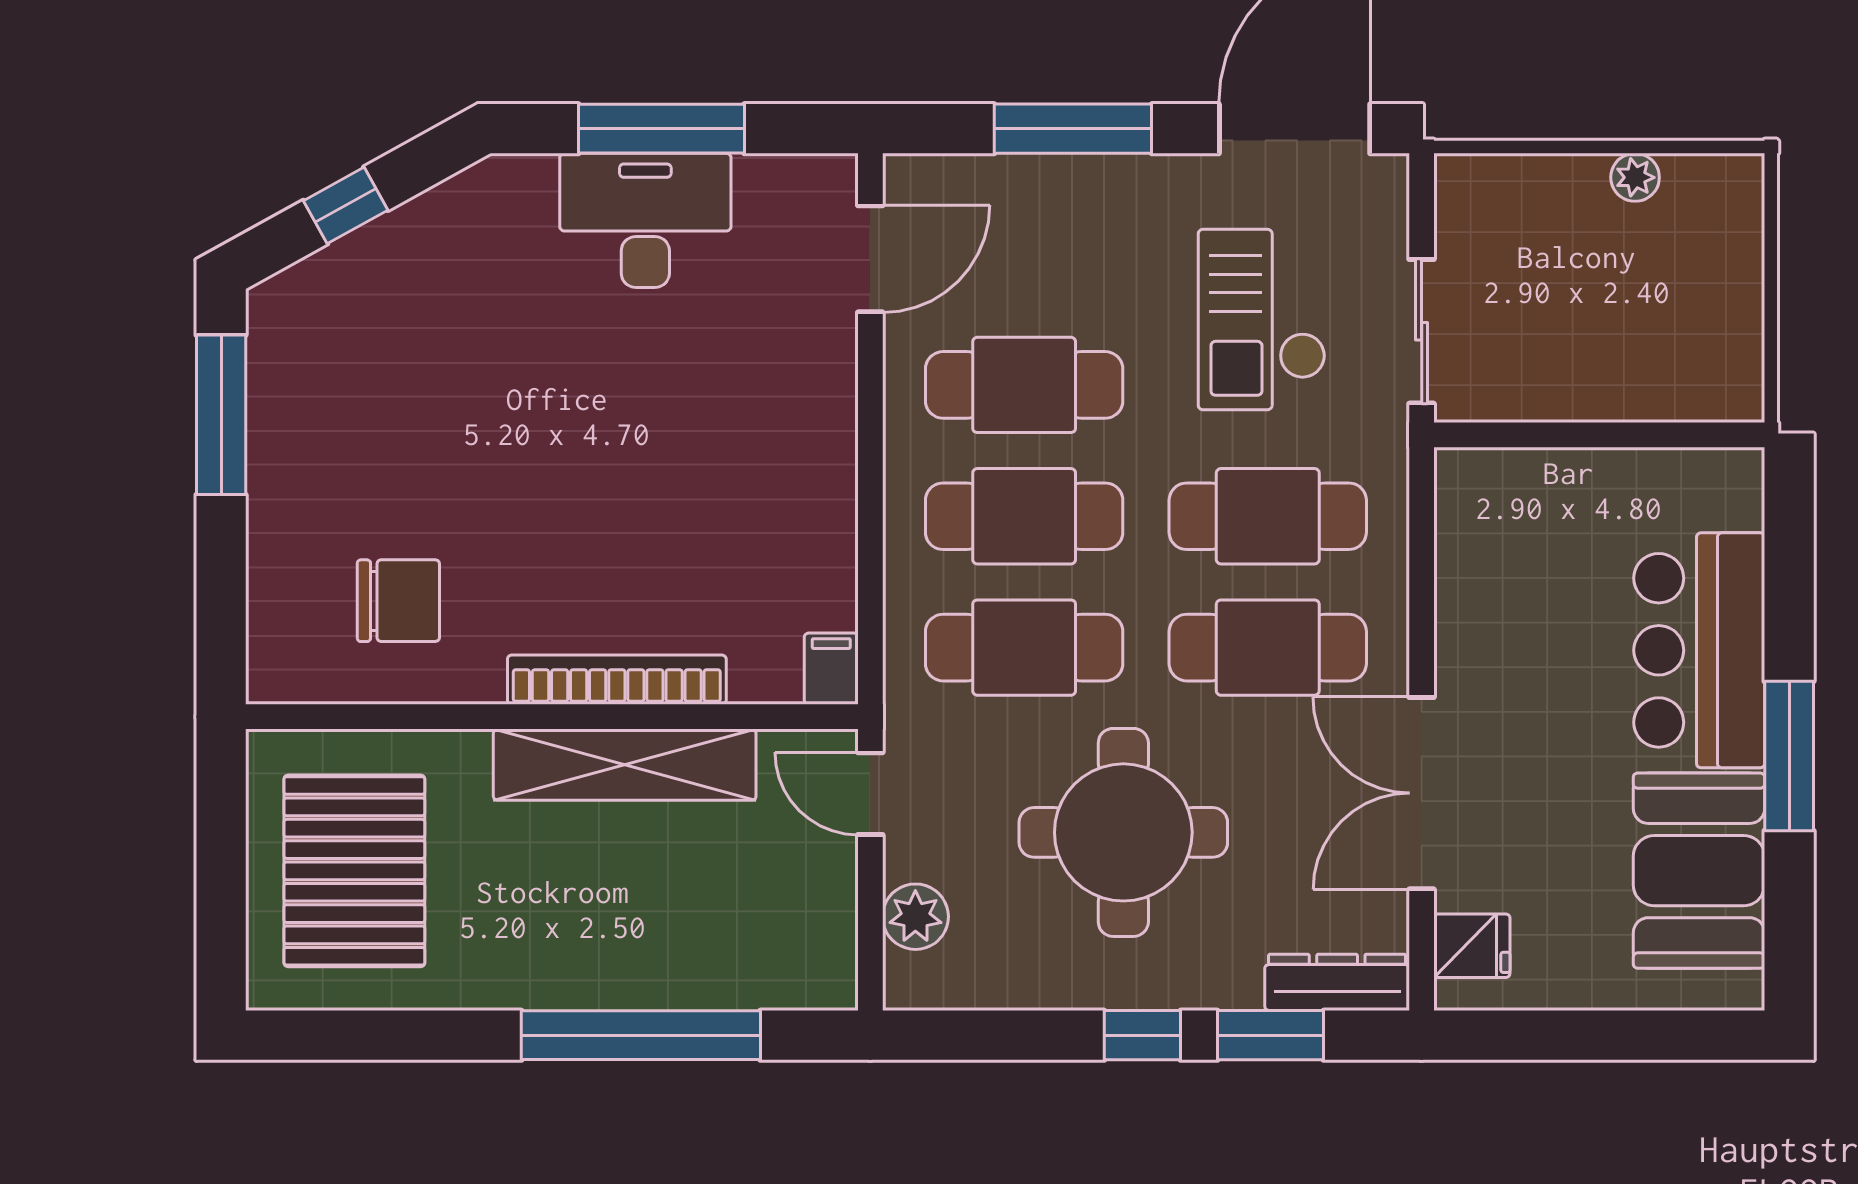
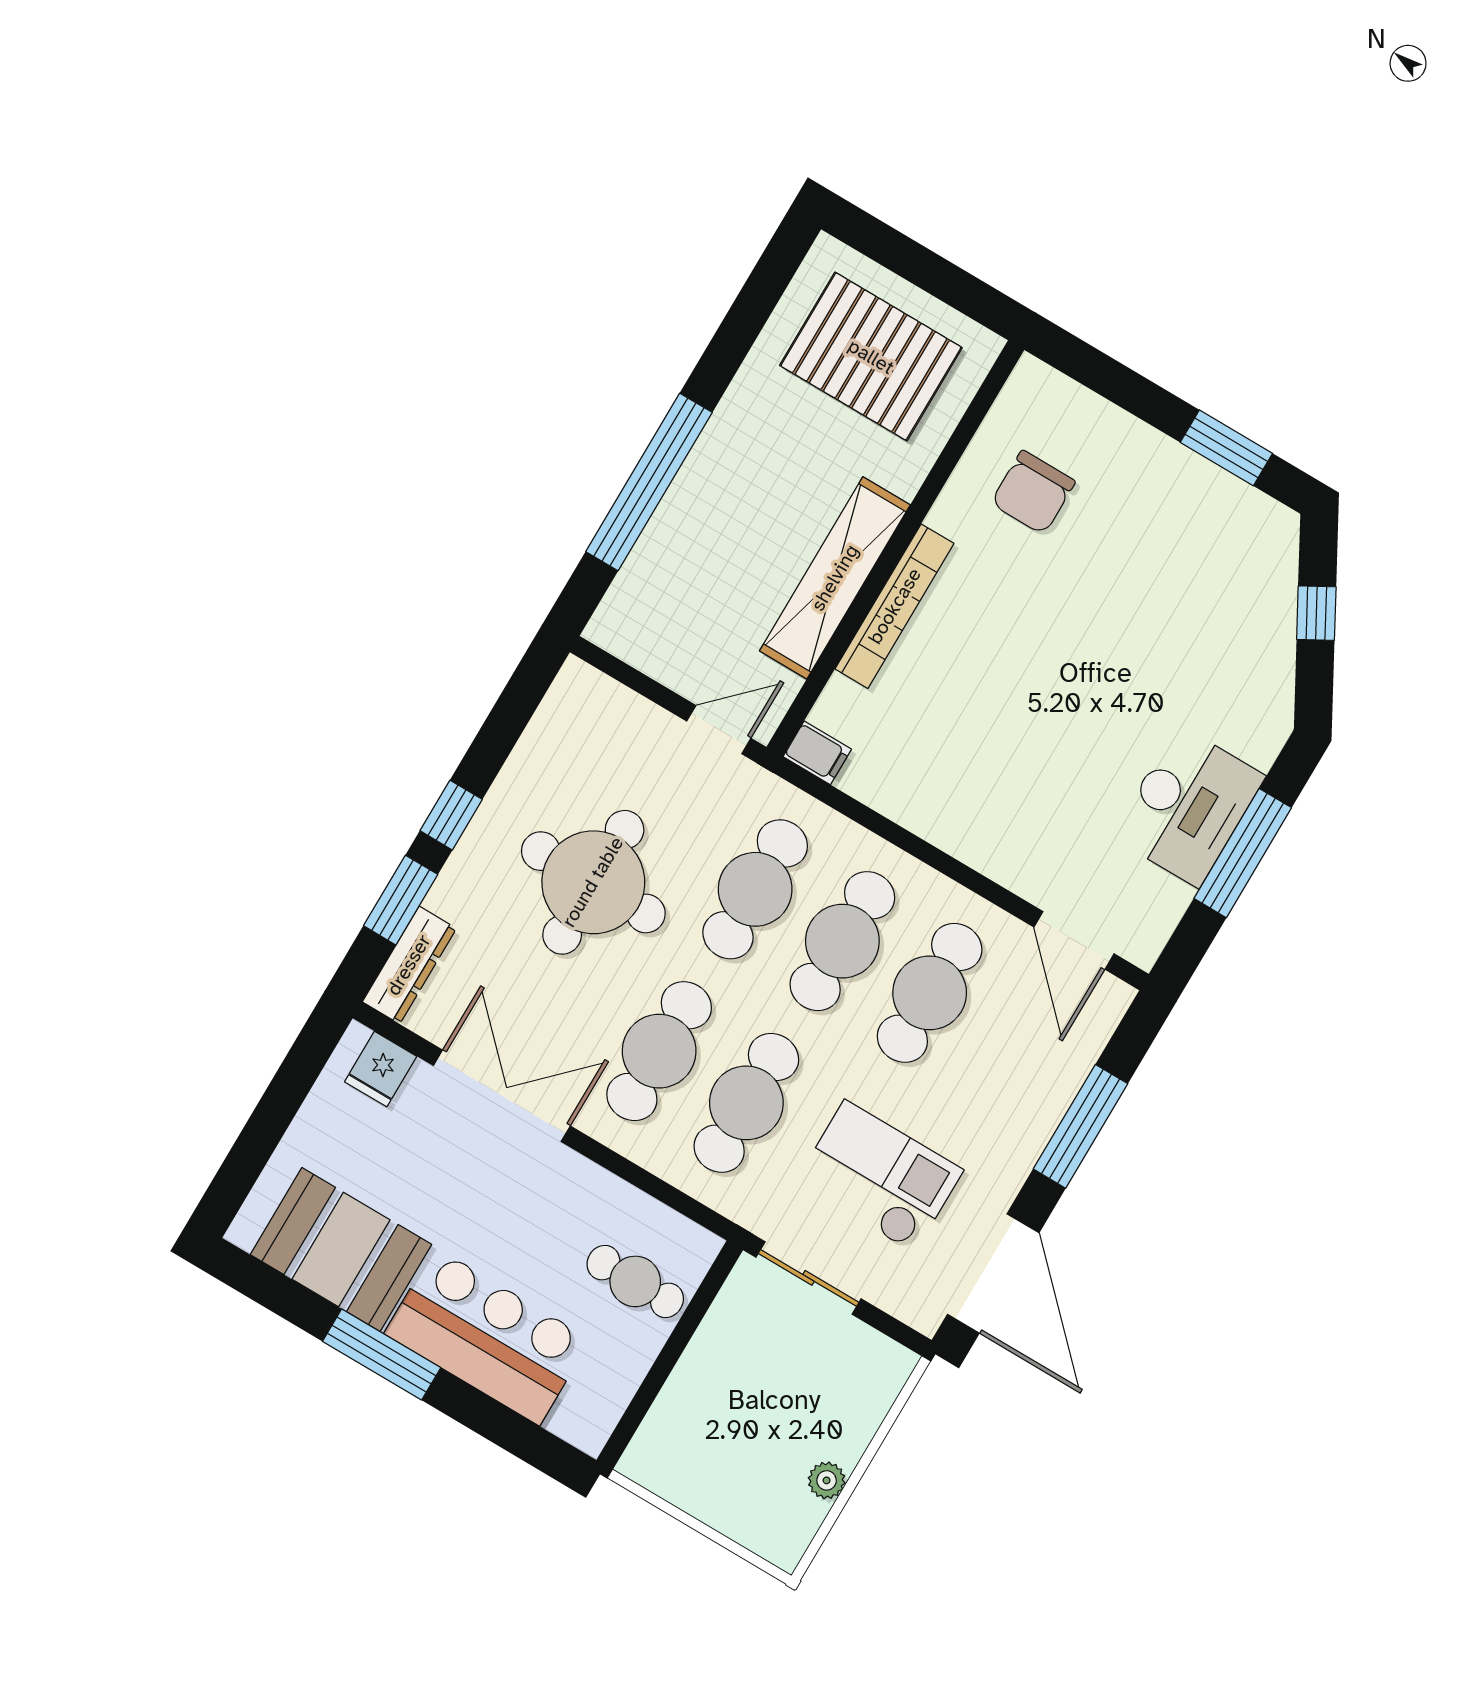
window: (221, 415) -> (1226, 448), width x0.69
cafe table: (1540, 522) -> (635, 1281), added
plant: (915, 917) -> (619, 711), removed

